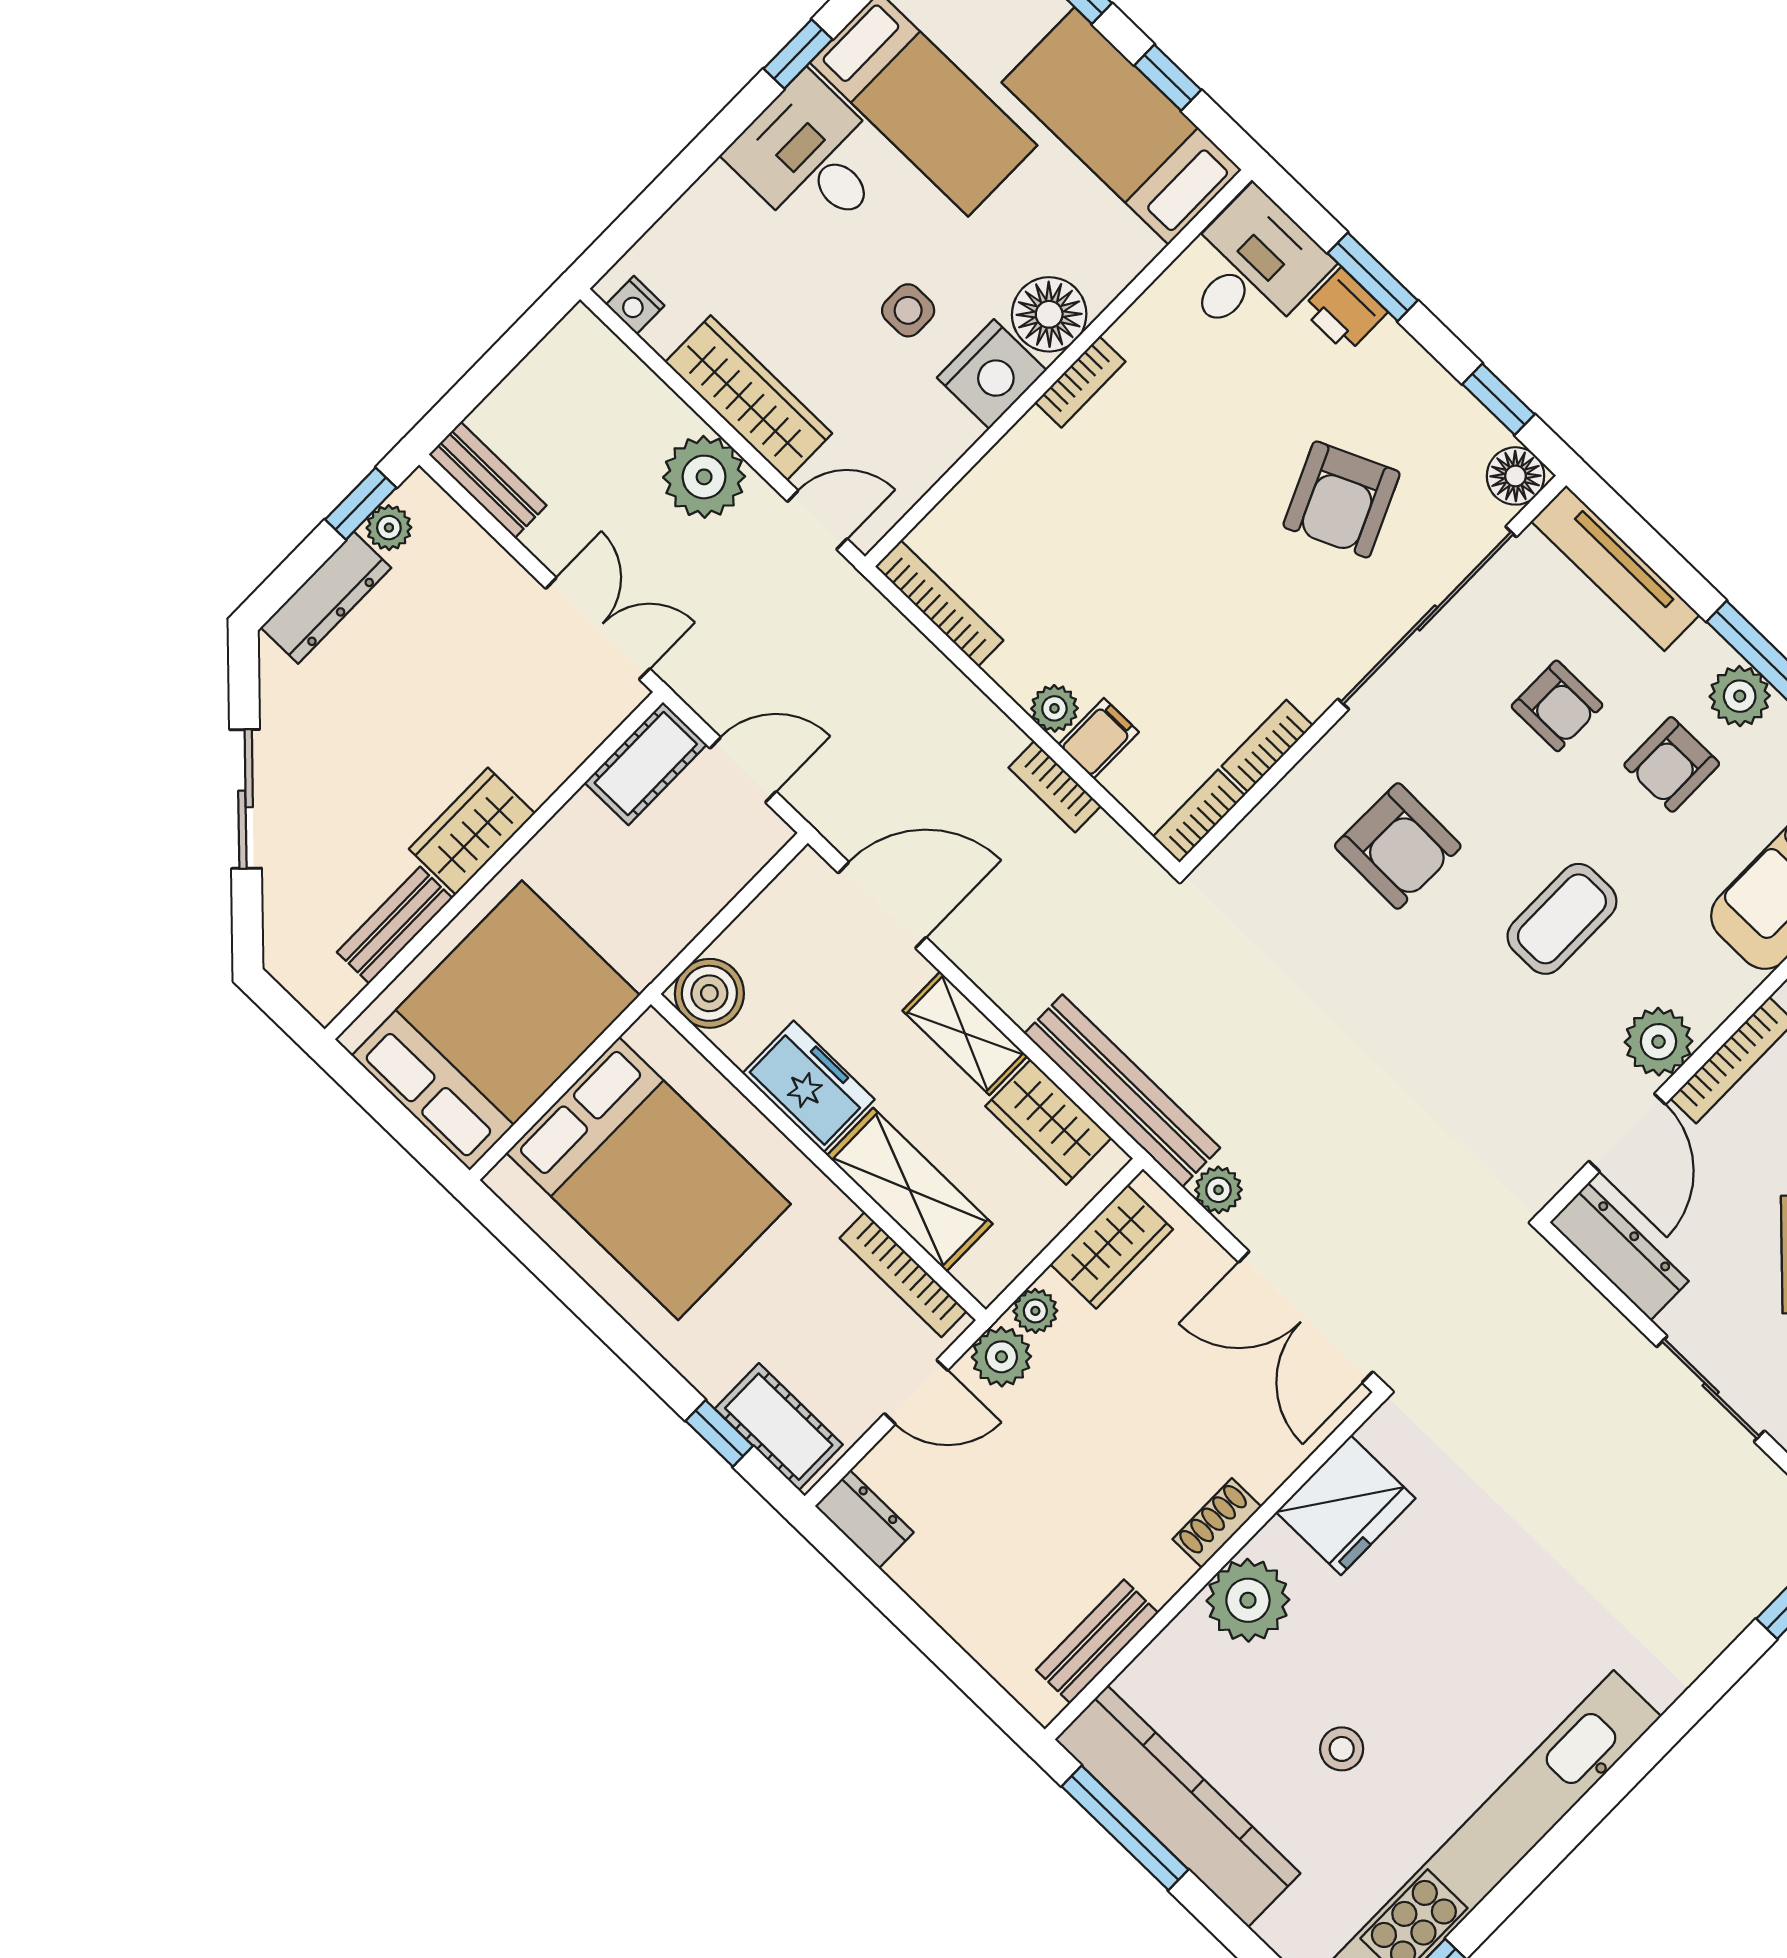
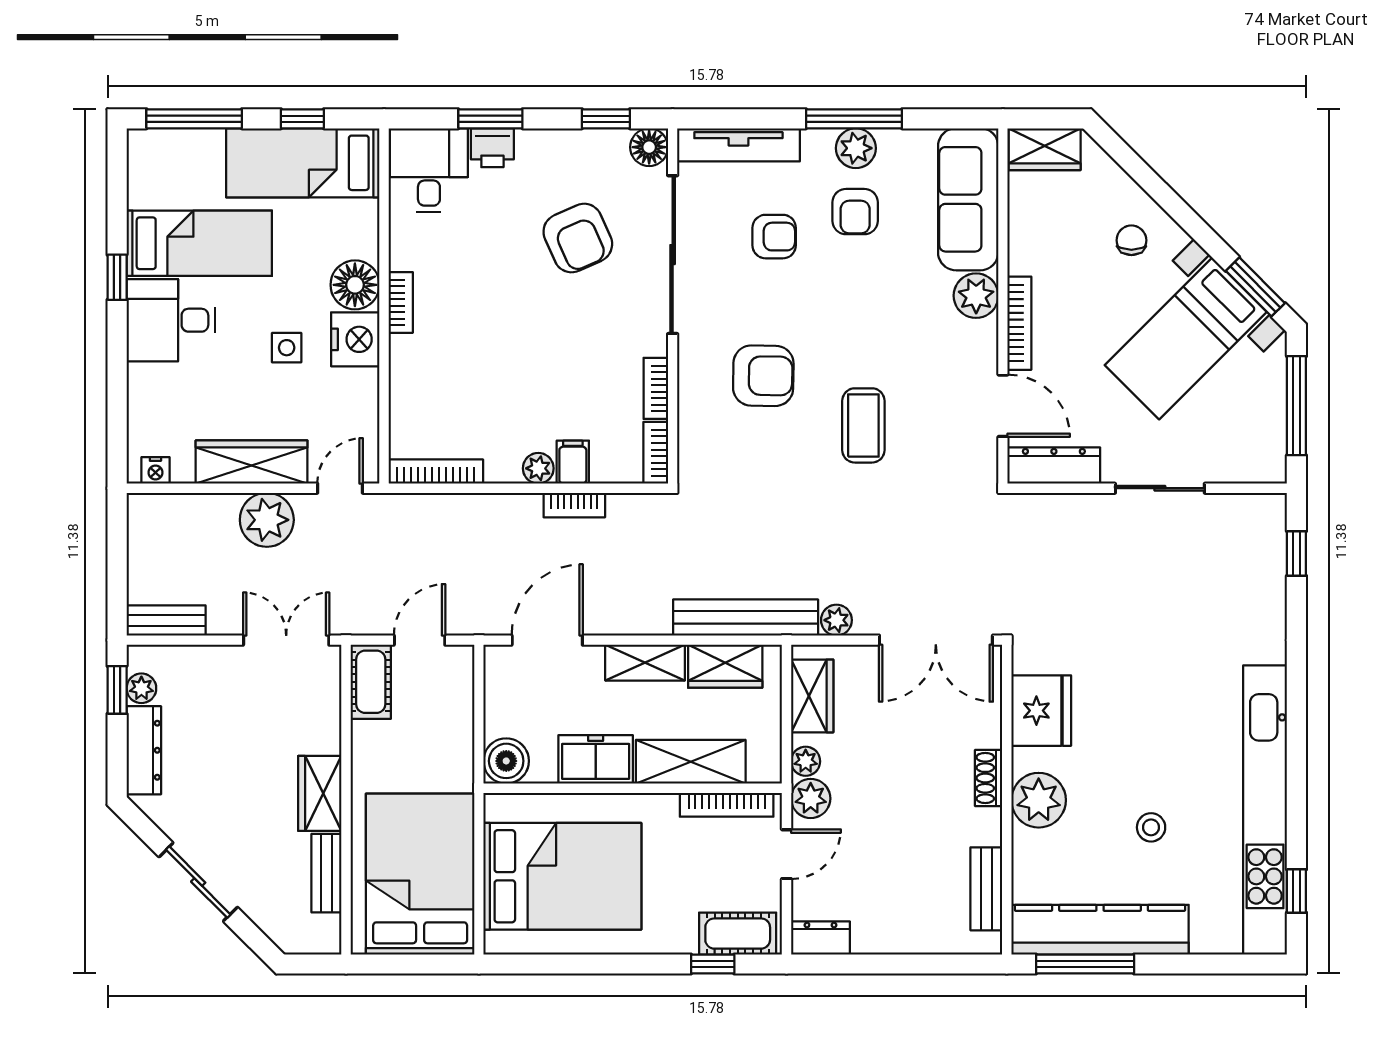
coffee table: (1562, 919) -> (863, 425), moved
plant: (1658, 1042) -> (976, 296), moved

